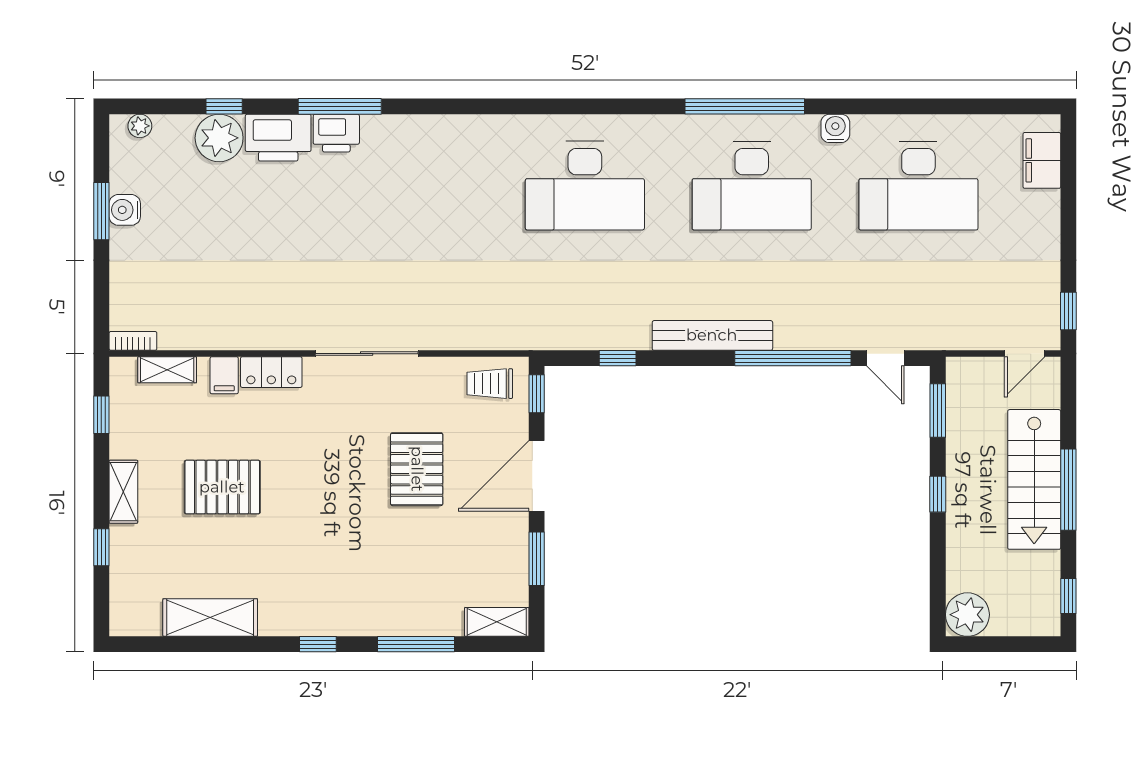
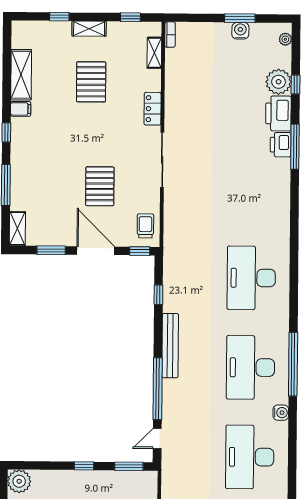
filing cabinet: (224, 375) -> (21, 109), moved, turned 180
pallet: (417, 469) -> (100, 186), turned 90

